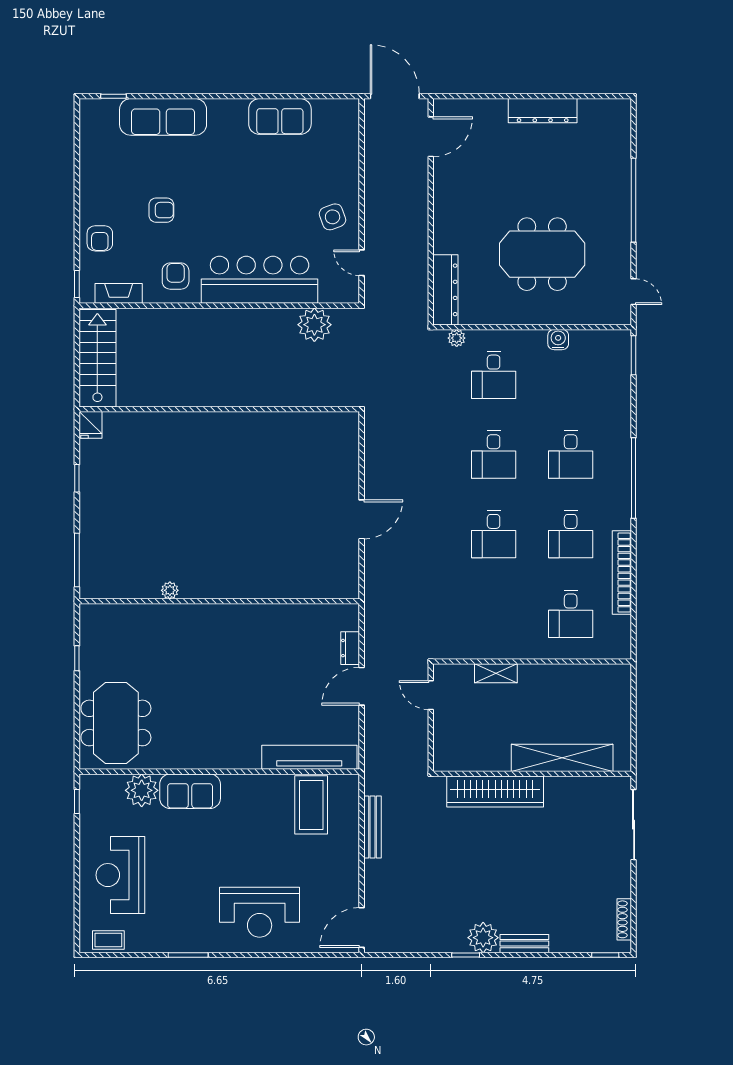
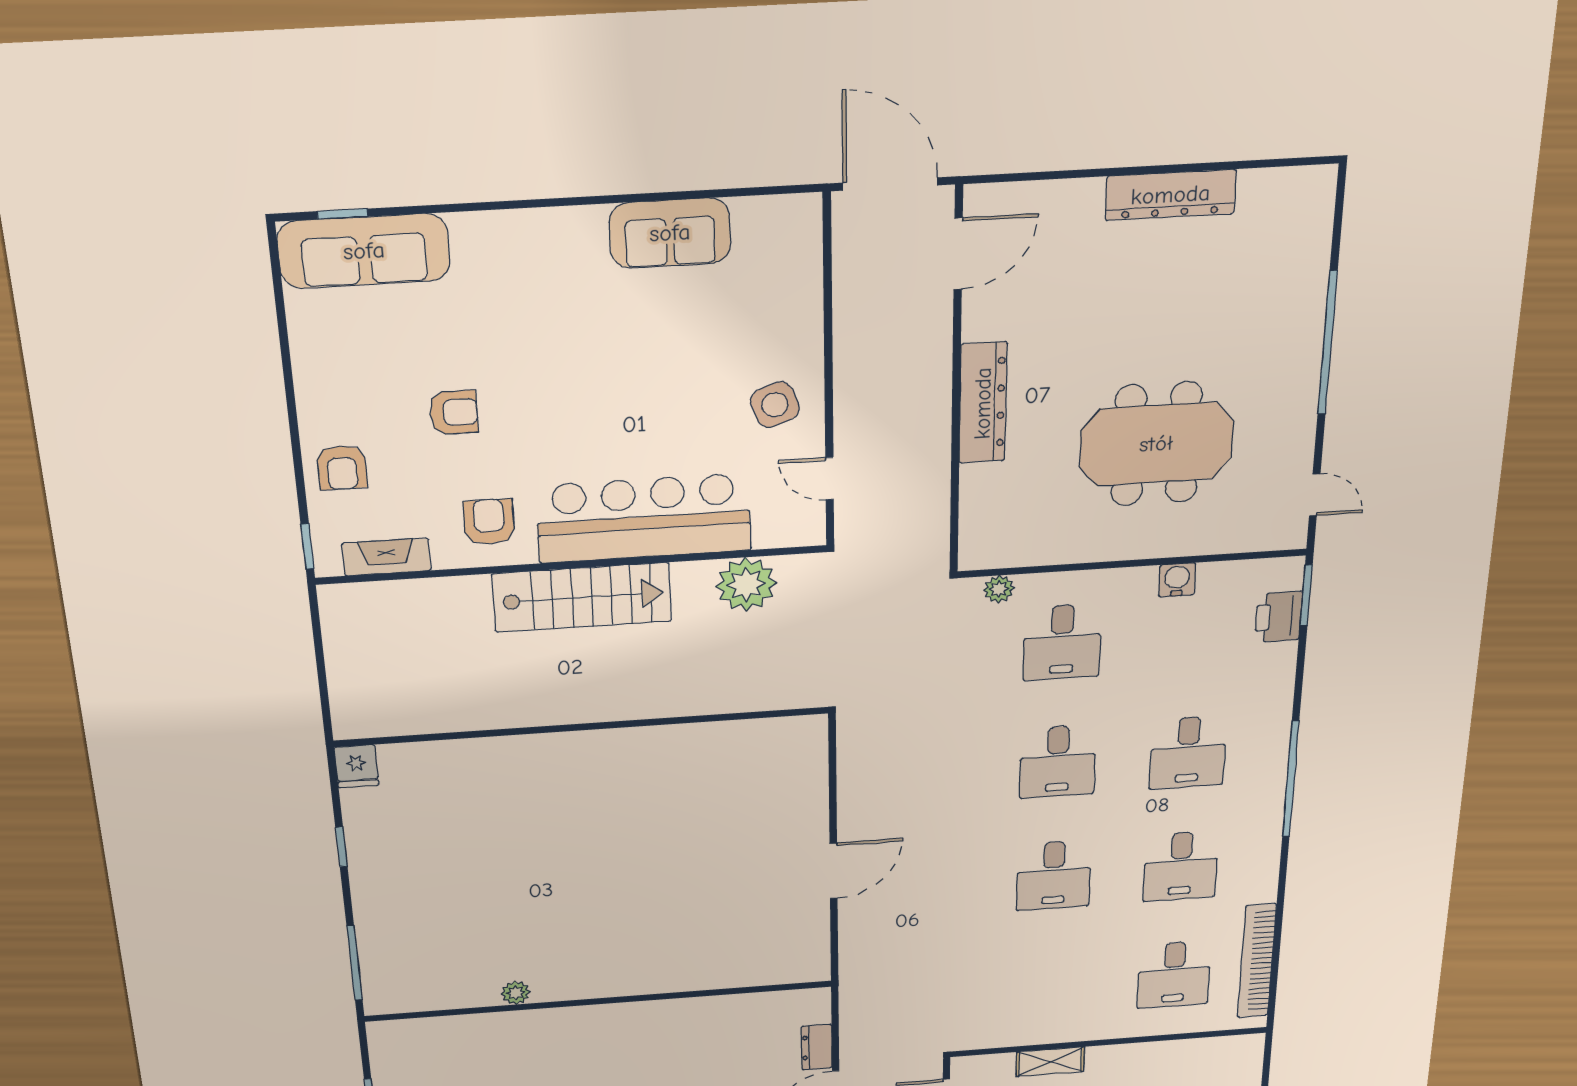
sofa: (163, 117) -> (364, 251), moved
dresser: (445, 290) -> (983, 403), moved
stairs: (97, 358) -> (582, 597), moved, turned 90
printer: (618, 368) -> (1278, 617), added
bookcase: (622, 573) -> (1257, 961), moved

